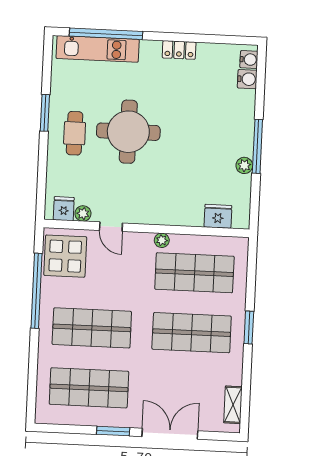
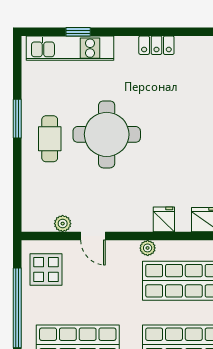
window: (106, 34) -> (78, 32), width x0.32
fridge: (64, 209) -> (164, 219), moved
display table: (65, 256) -> (46, 270), width x0.73, depth x0.73

